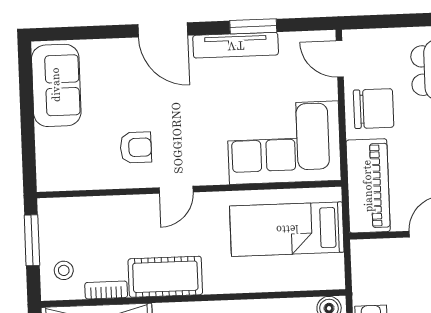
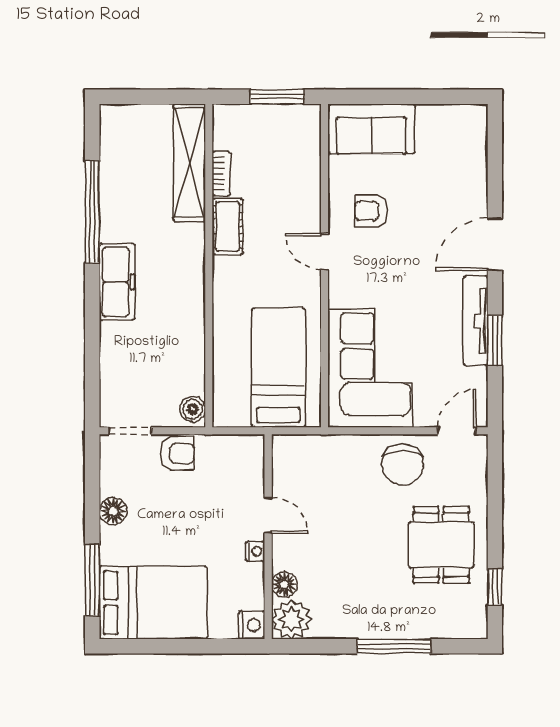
sofa: (56, 85) -> (371, 129), moved
armchair: (136, 147) -> (371, 211), turned 90
piano: (368, 186) -> (321, 456), removed
stool: (64, 270) -> (244, 129), removed
cot: (165, 277) -> (228, 226), width x0.73, depth x0.75

